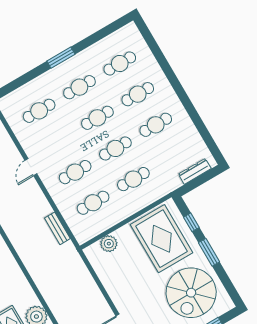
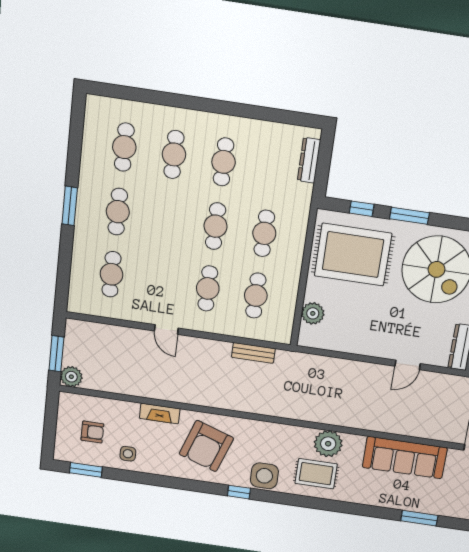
cafe table: (97, 118) -> (167, 219), removed

